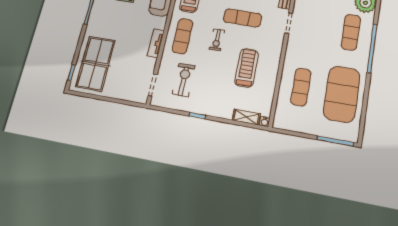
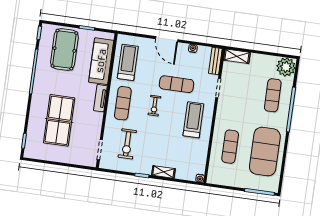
tv unit: (156, 43) -> (100, 98), moved
table tennis table: (96, 64) -> (59, 120), moved
treadmill: (247, 68) -> (193, 120), moved
exercise bike: (184, 80) -> (127, 144), turned 180
shelving: (246, 117) -> (163, 172), moved

